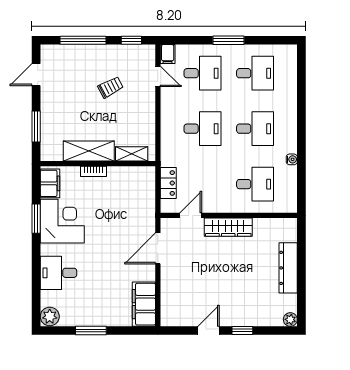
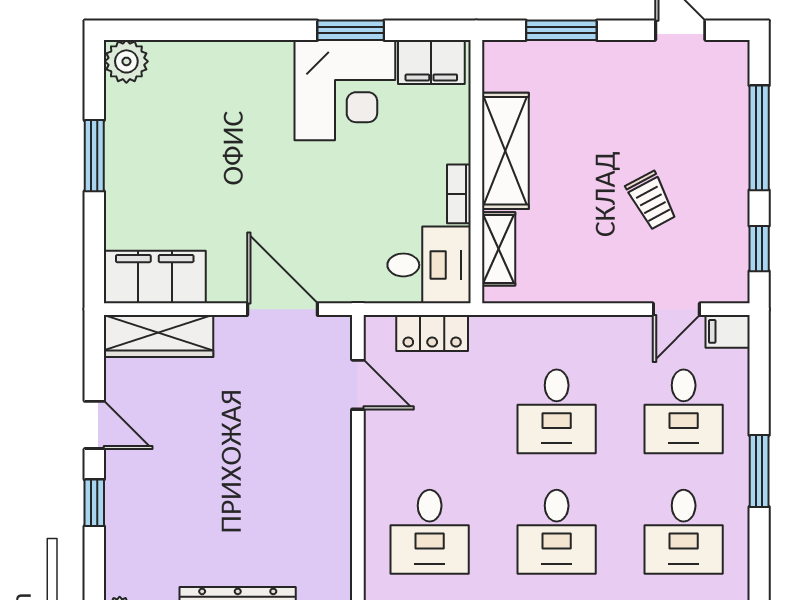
bookcase: (93, 171) -> (459, 194), moved
wardrobe: (228, 227) -> (159, 336), moved, turned -90
desk: (58, 273) -> (429, 265), moved, turned 90

